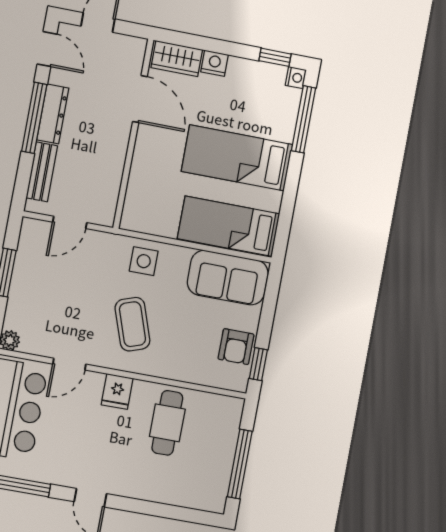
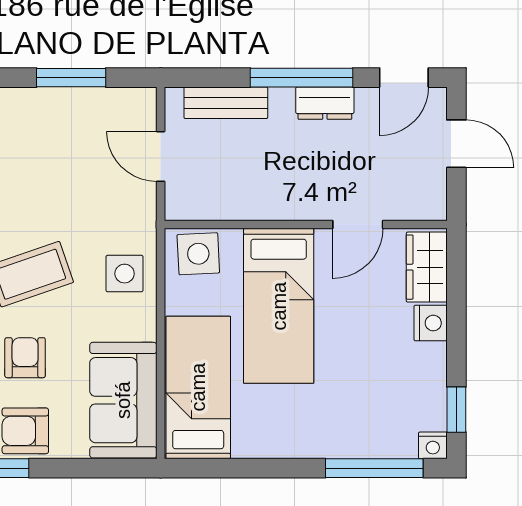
door: (140, 99) -> (358, 224), width x0.73
dresser: (53, 114) -> (325, 103), width x0.70
bed: (237, 158) -> (279, 306), moved, turned 180
side table: (140, 209) -> (198, 254), added
armchair: (187, 338) -> (25, 358), added

